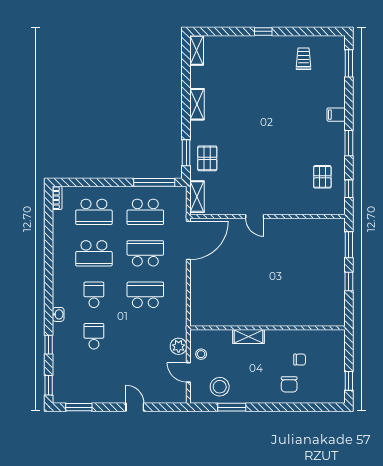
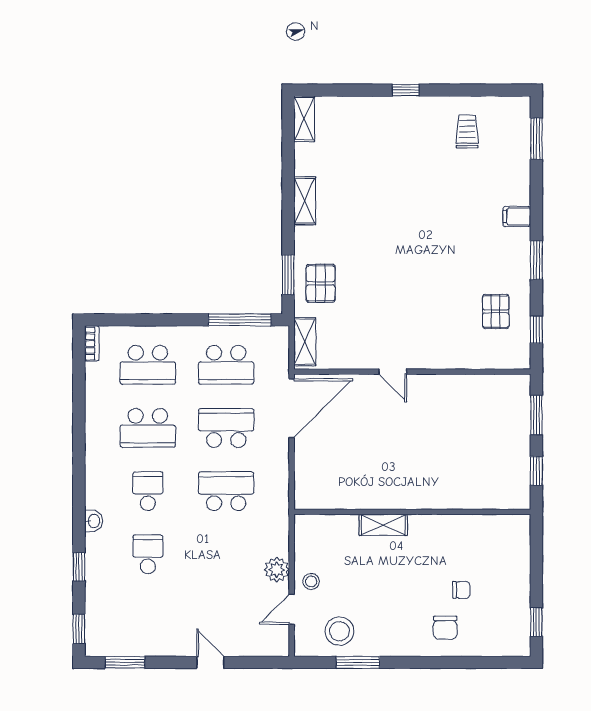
wall: (267, 328) -> (412, 512), moved
shelving: (248, 337) -> (383, 525), moved
door: (188, 372) -> (292, 609), hinge flipped

